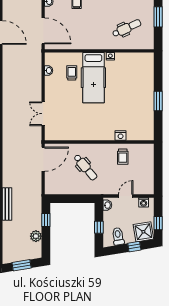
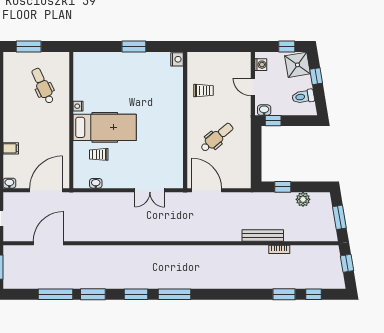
nightstand: (121, 135) -> (177, 59), moved
window: (99, 227) -> (273, 121), moved

